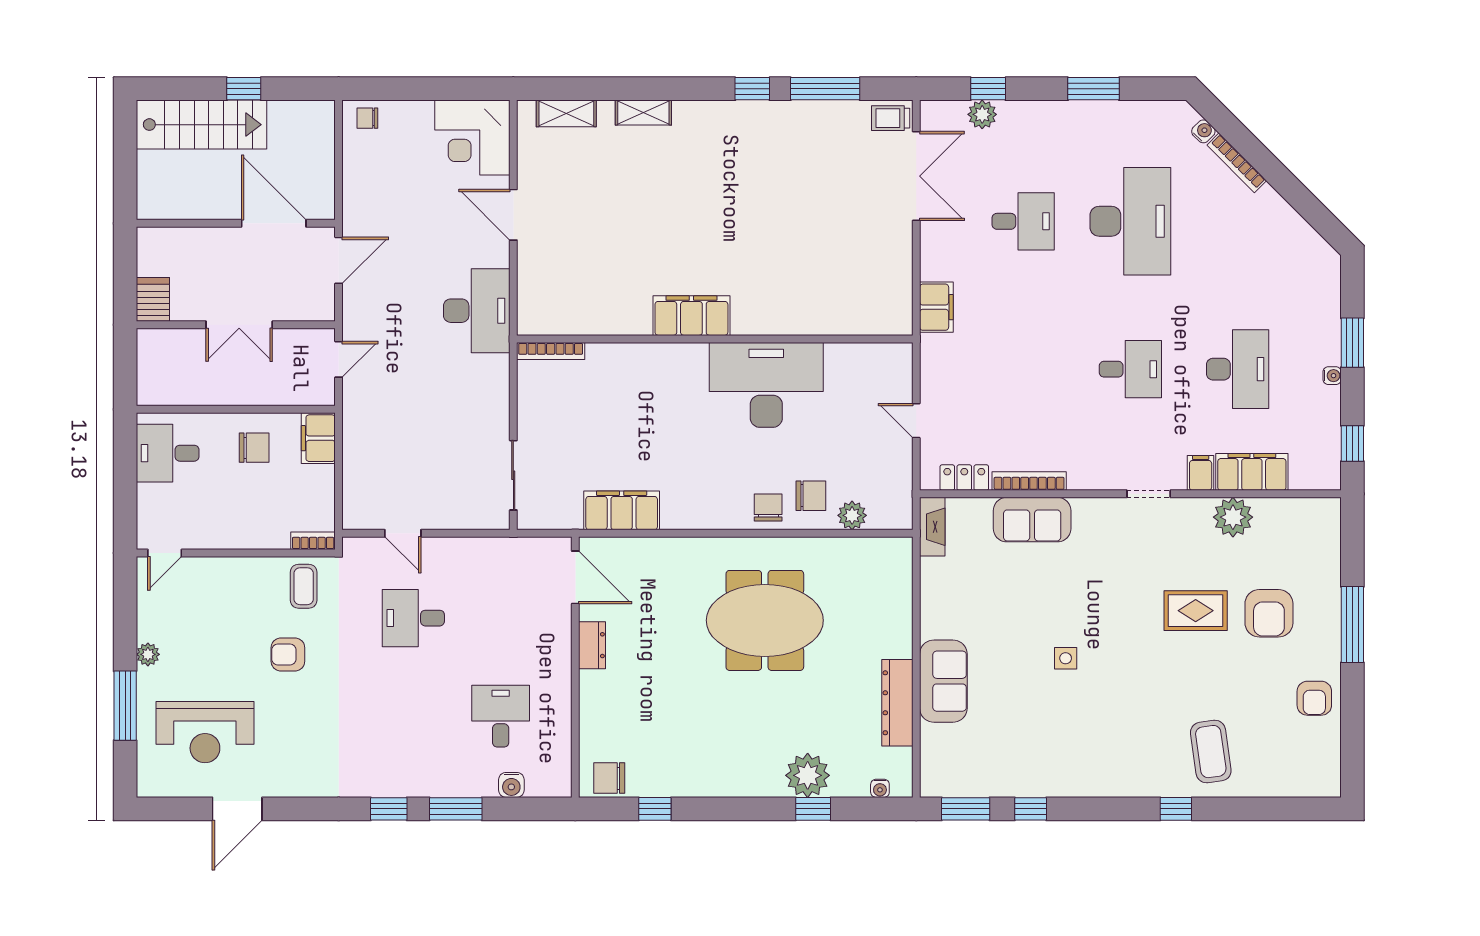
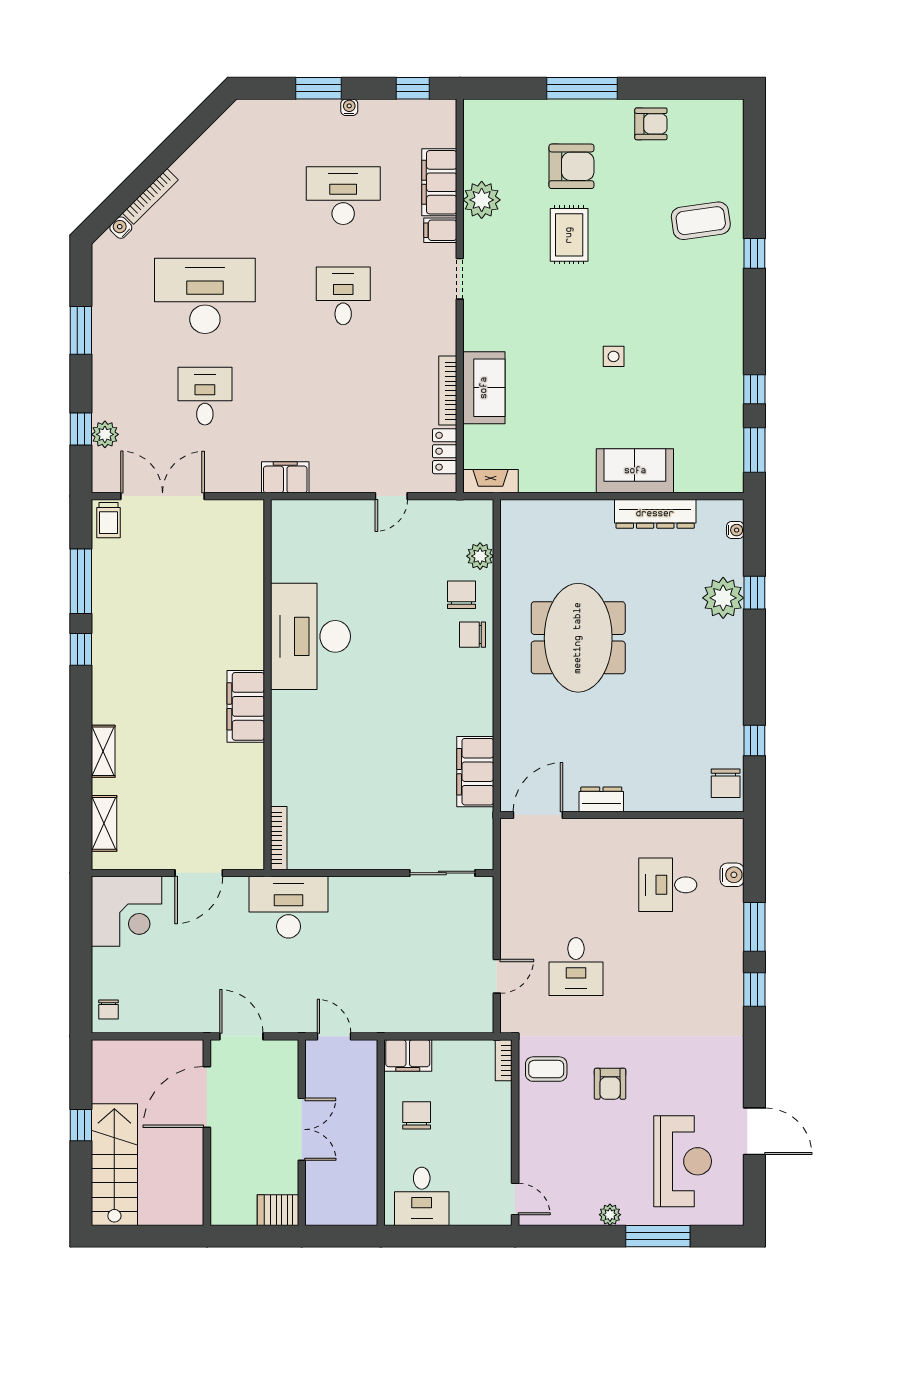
filing cabinet: (691, 316) -> (246, 706), moved
wall: (715, 339) -> (267, 685), moved
bookcase: (551, 351) -> (279, 838), moved
desk: (766, 385) -> (310, 636), moved

